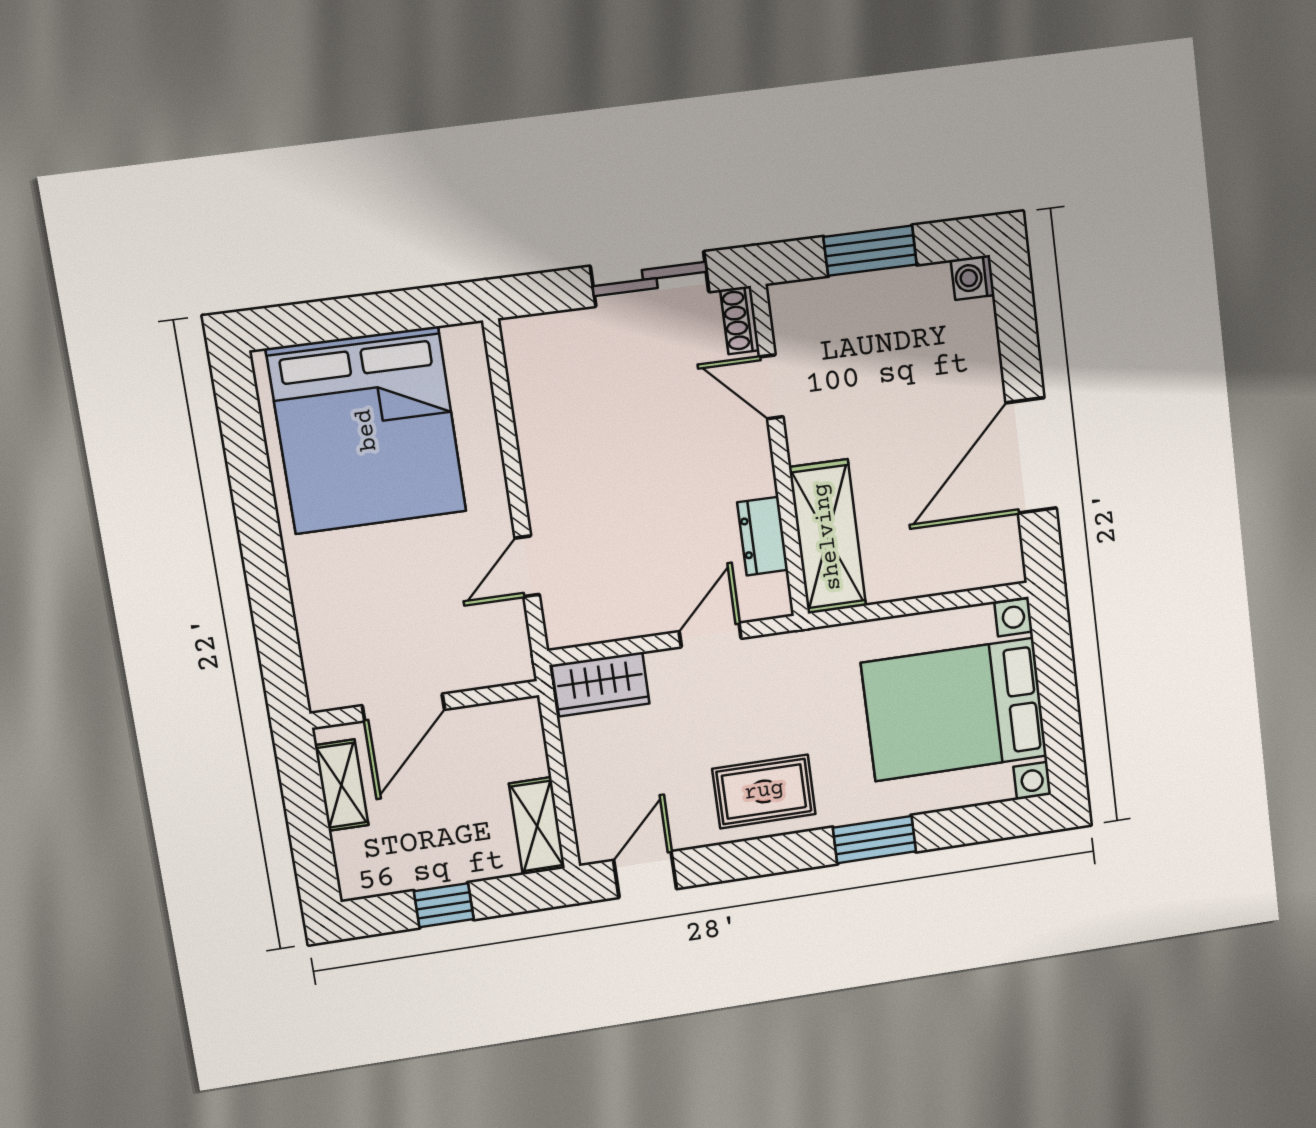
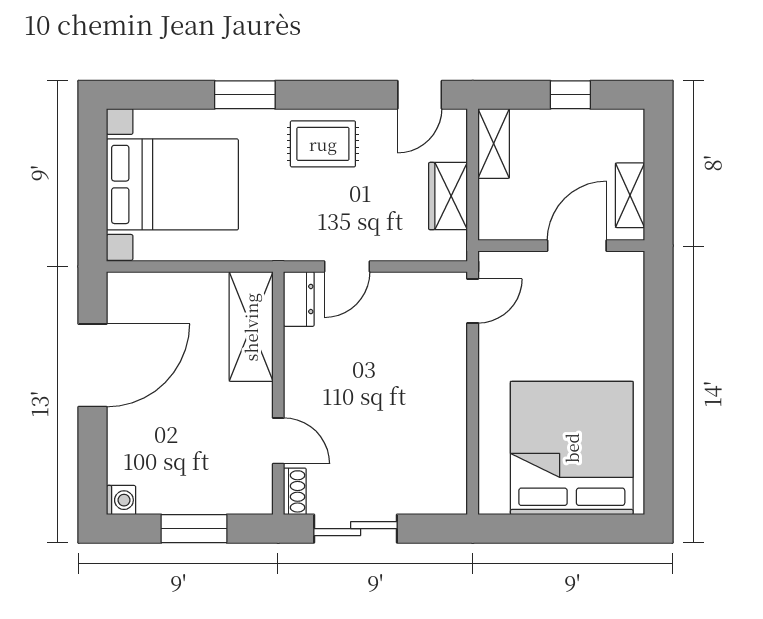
dresser: (763, 536) -> (299, 299), moved
door: (527, 566) -> (473, 301), moved
wardrobe: (601, 684) -> (448, 196), moved, turned -90

